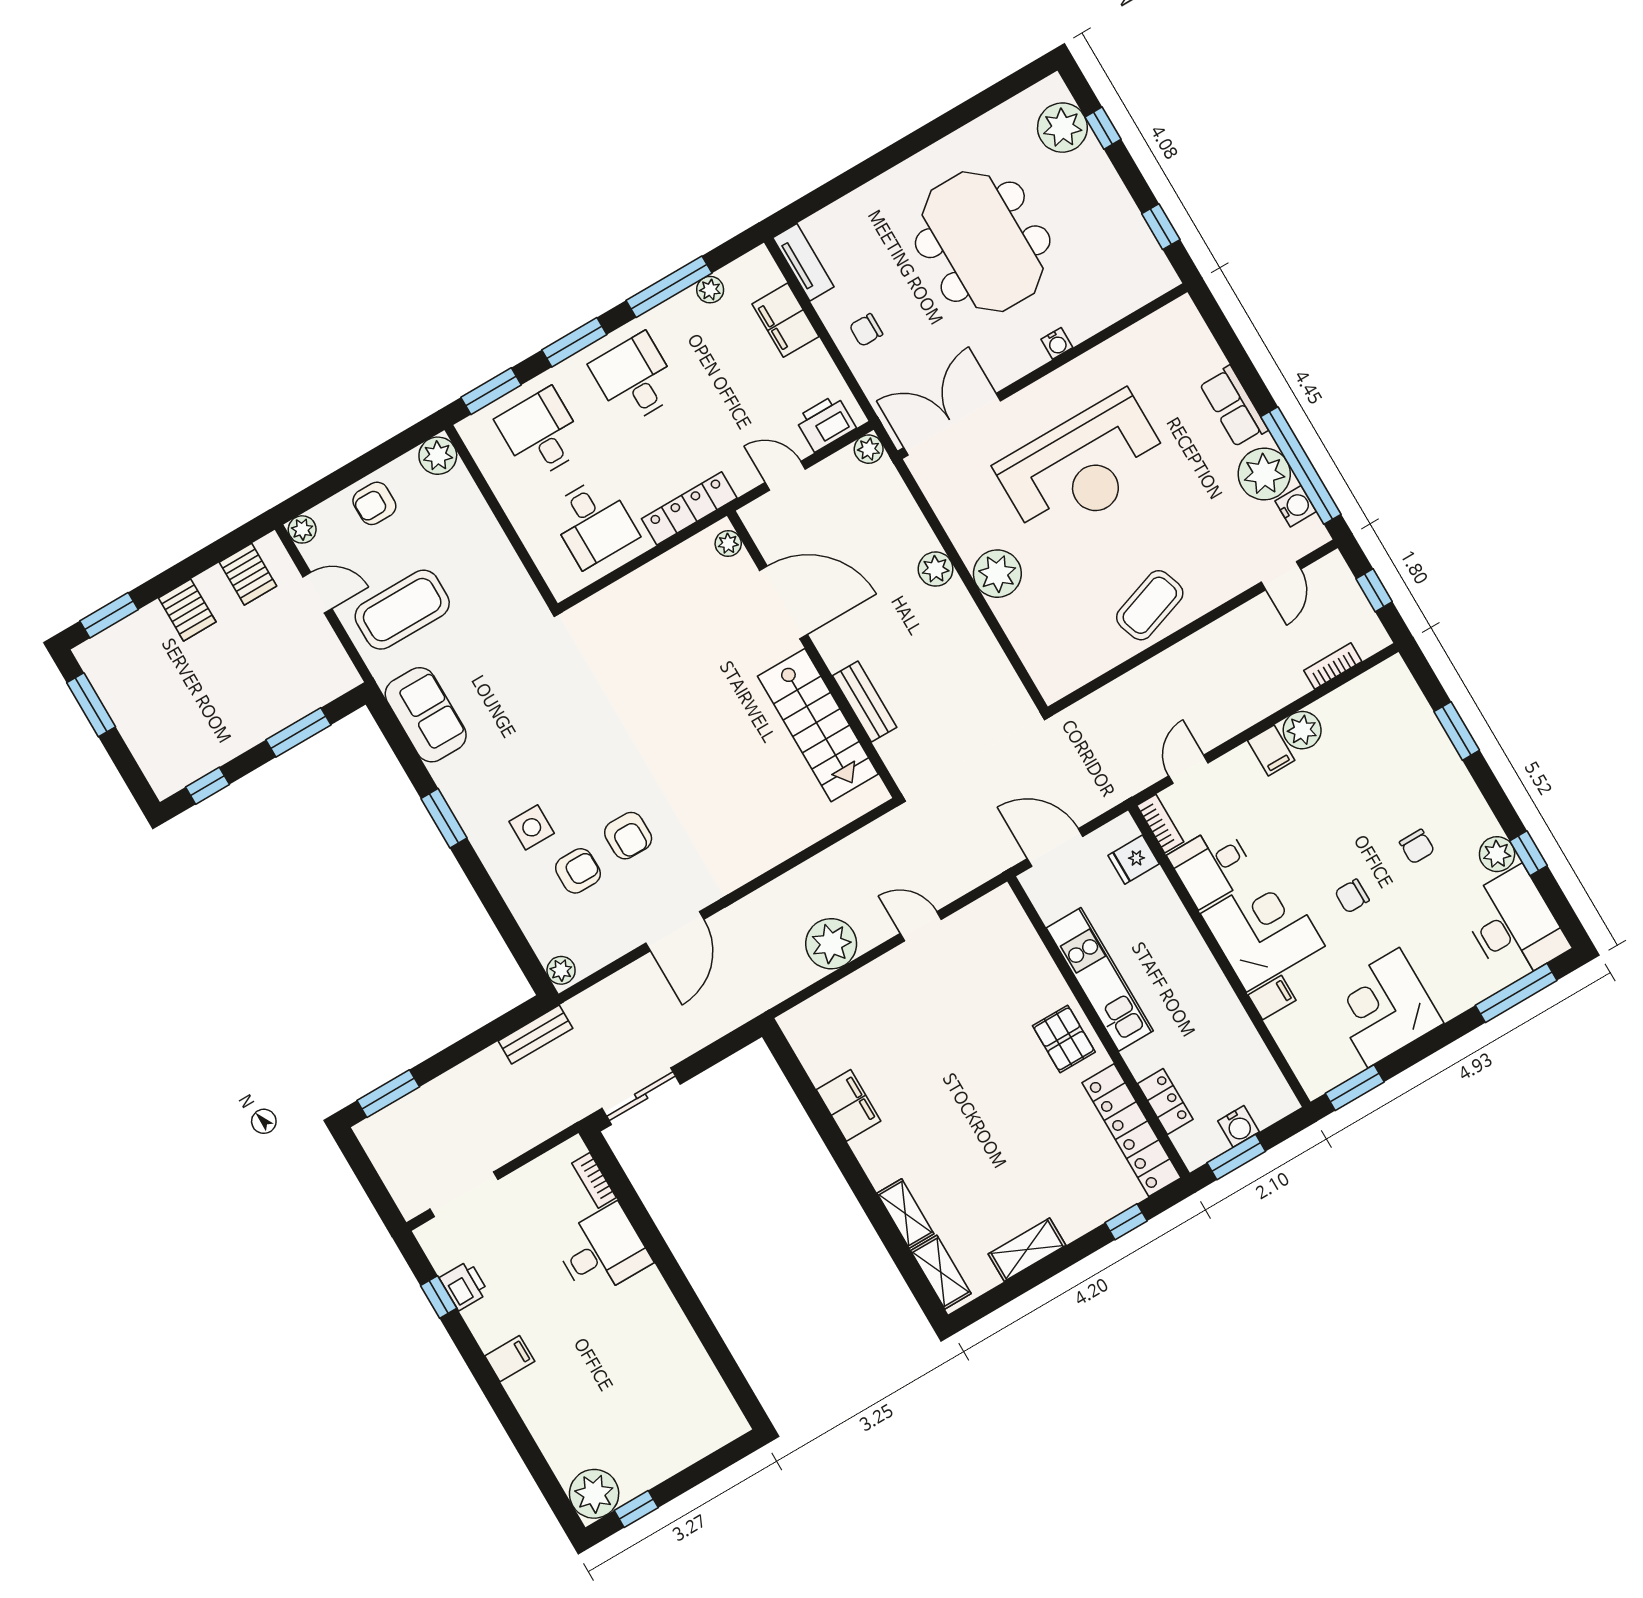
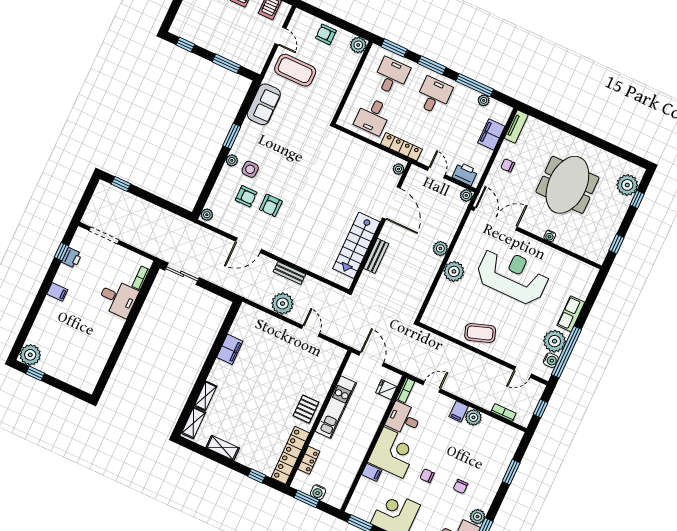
reception desk: (1083, 467) -> (513, 275), turned 180
plant: (302, 529) -> (232, 160), moved
bench: (535, 1035) -> (289, 273), moved
window: (388, 1094) -> (121, 184), width x0.67

